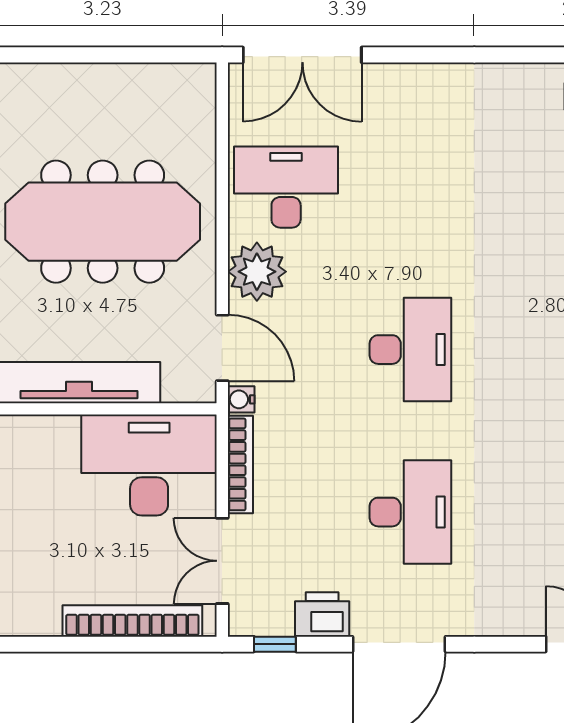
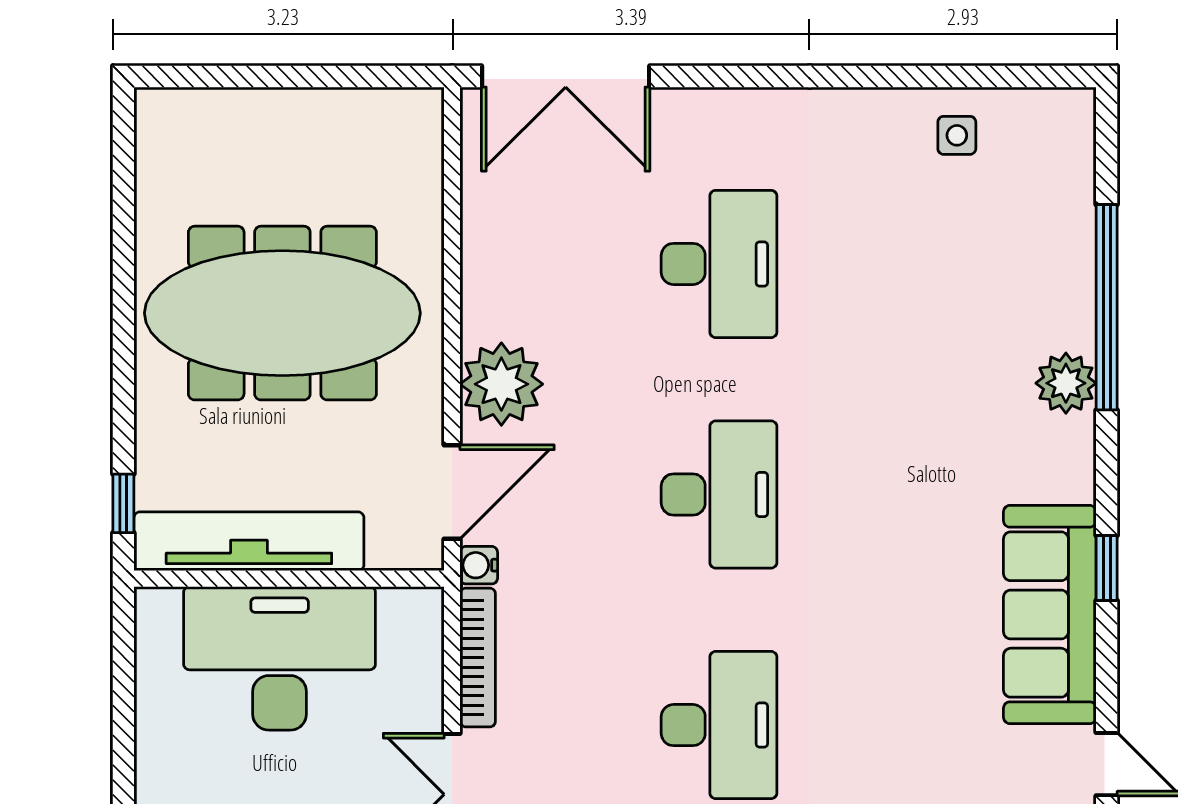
desk: (286, 187) -> (719, 264), moved, turned 90
door: (222, 348) -> (452, 492), hinge flipped
desk: (149, 465) -> (280, 658), moved

